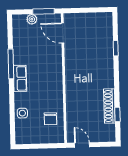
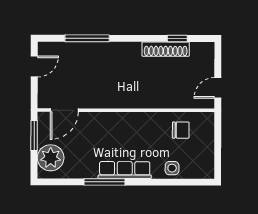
door: (94, 10) -> (34, 66), added
plant: (32, 19) -> (51, 158), width x1.87, depth x1.87
window: (116, 48) -> (87, 38), width x2.17
row of seats: (20, 78) -> (125, 170), width x1.48

